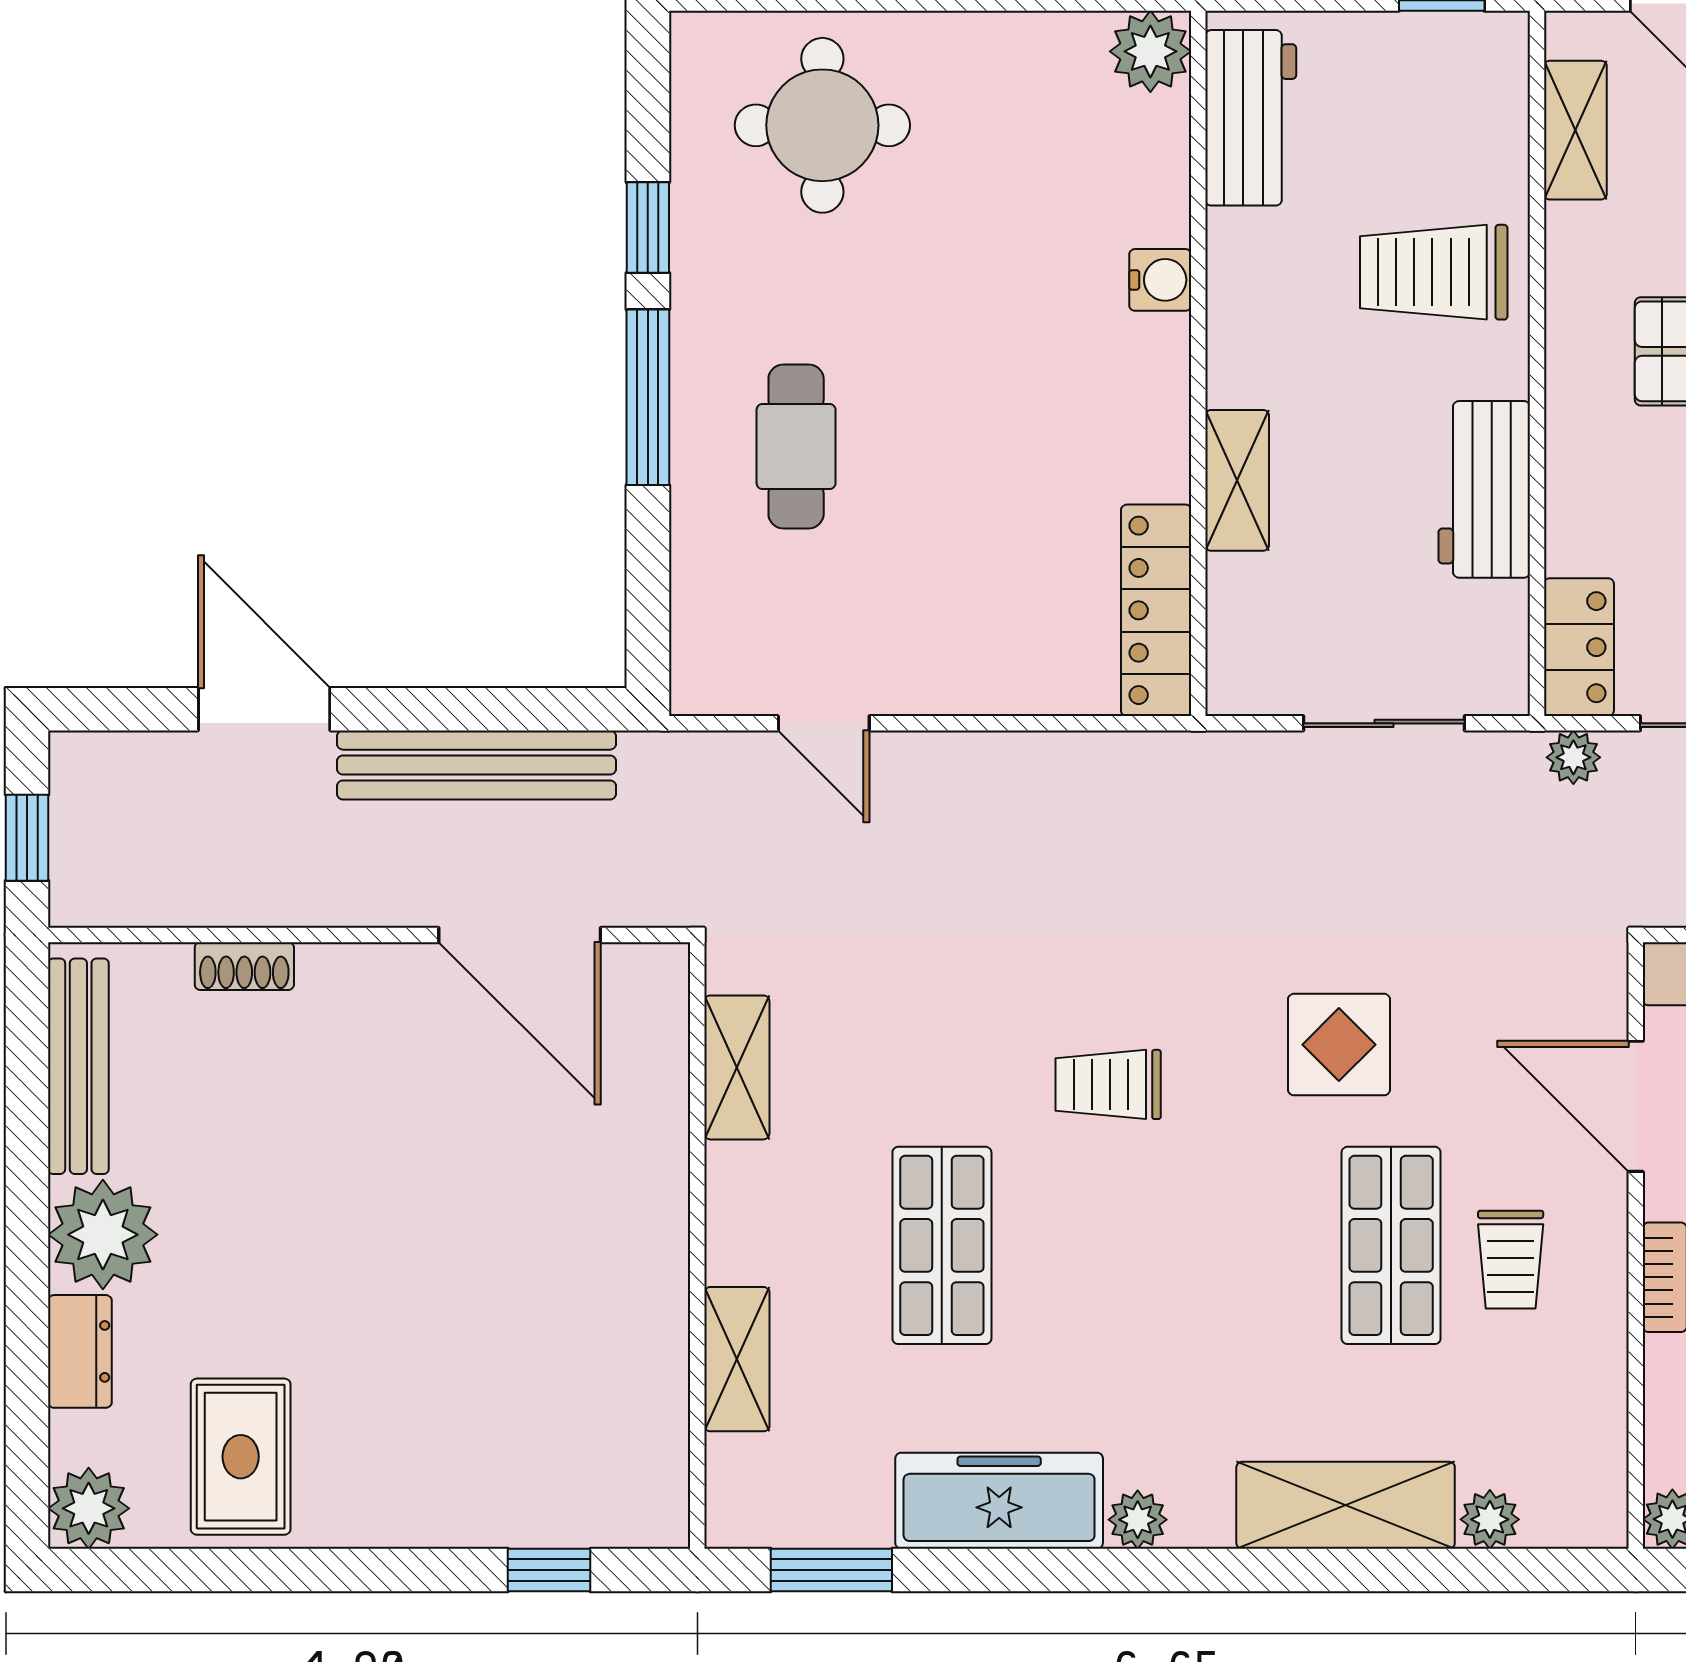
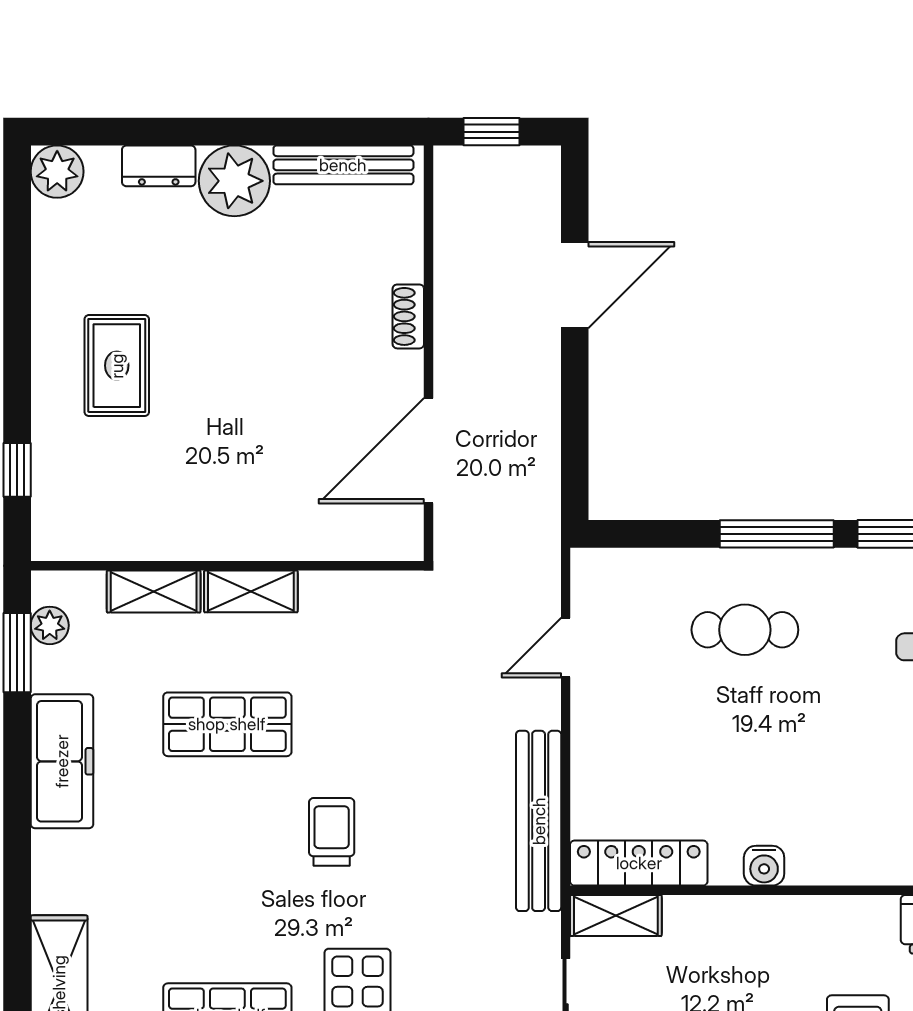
water cooler: (1160, 280) -> (764, 866), moved
shelving: (1237, 480) -> (616, 915), moved
bench: (476, 765) -> (539, 821), moved
shoe rack: (244, 966) -> (408, 316), moved
shelving: (737, 1067) -> (251, 591), moved
rug: (241, 1457) -> (117, 366), moved, turned 90
plant: (1138, 1520) -> (50, 625), moved

